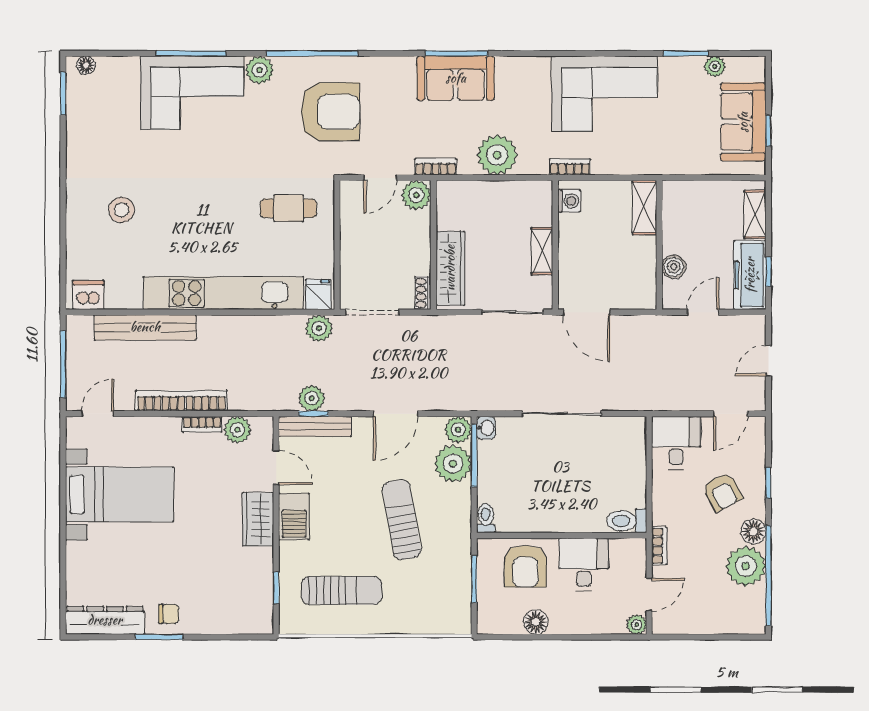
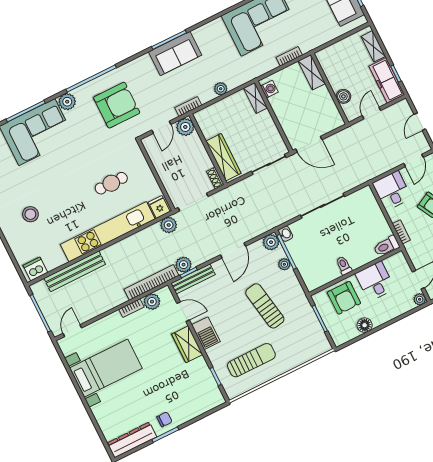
plant: (497, 155) -> (221, 89), width x0.53, depth x0.53
bookcase: (570, 167) -> (289, 56), moved
cafe table: (288, 208) -> (111, 183), moved
shelving: (542, 251) -> (256, 98), moved
bookcase: (181, 401) -> (151, 282), moved
plant: (453, 464) -> (284, 264), width x0.53, depth x0.53
toilet: (486, 518) -> (344, 266), moved
bookcase: (659, 546) -> (401, 232), moved

